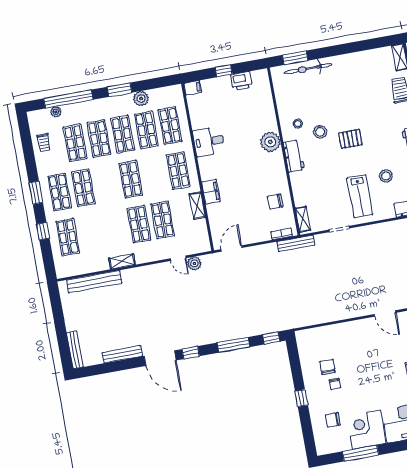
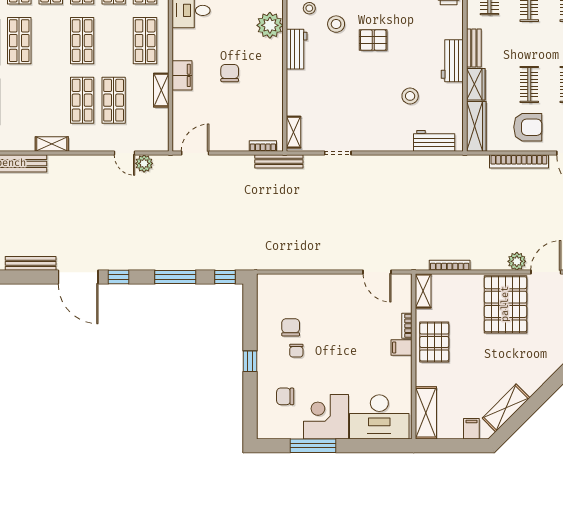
lab bench: (360, 196) -> (372, 116), removed
chair: (275, 202) -> (230, 73), moved, turned 90

